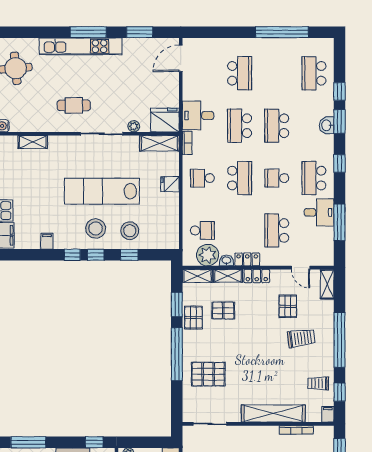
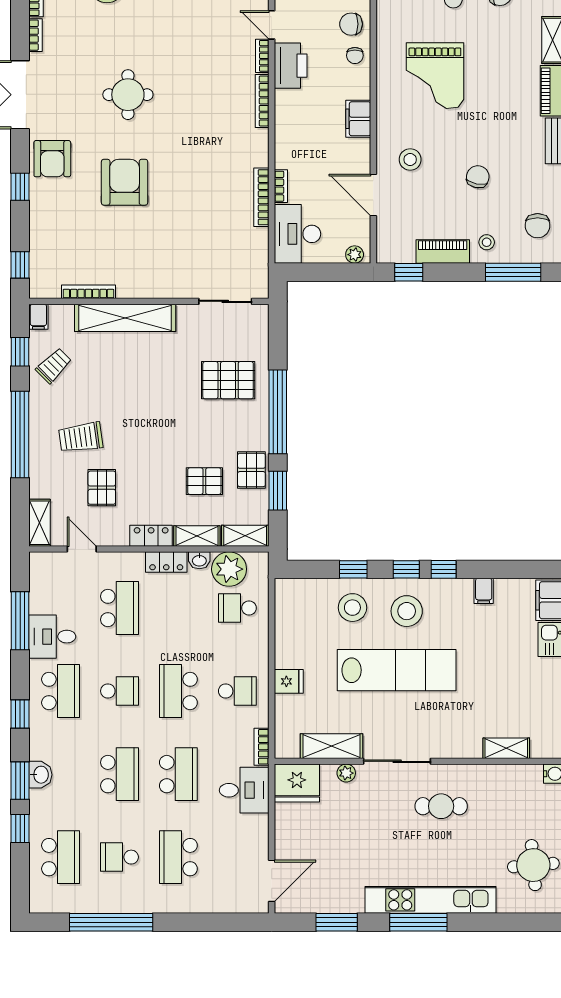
school desk: (277, 73) -> (119, 857), added
shelving: (159, 143) -> (331, 746), moved
trolley: (318, 383) -> (54, 366), turned -45

